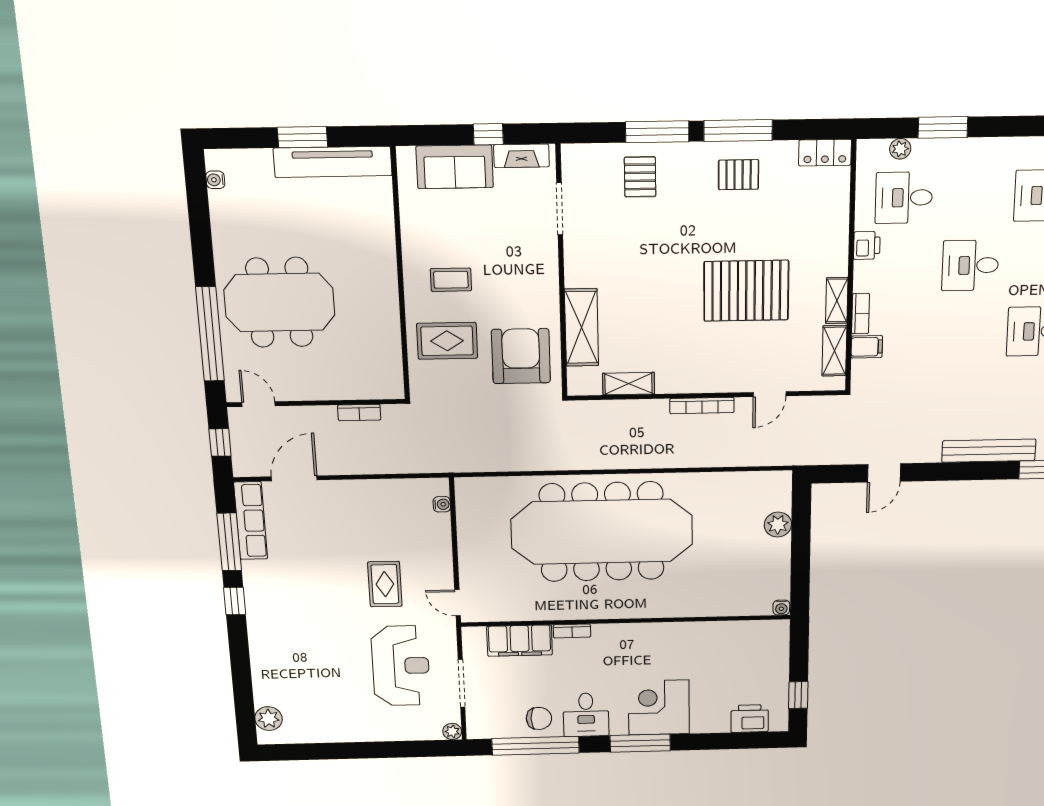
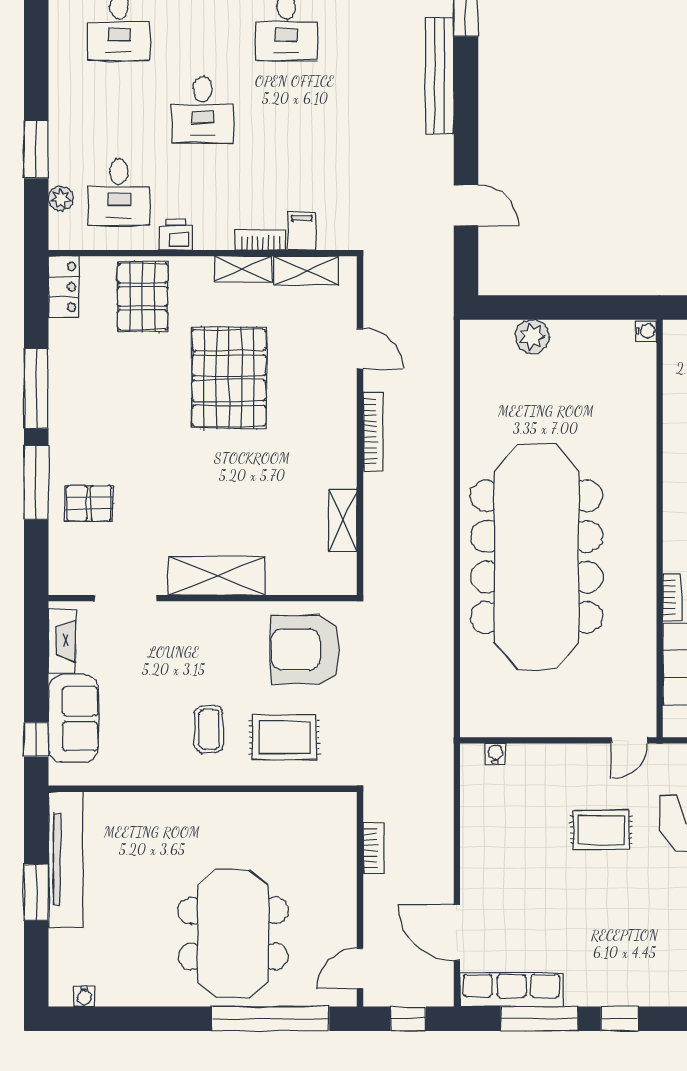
window: (488, 134) -> (36, 739), moved
pallet: (739, 175) -> (143, 297), moved, width x1.50, depth x1.42
shelving: (582, 327) -> (216, 576), moved
rug: (447, 341) -> (285, 737), turned 90

